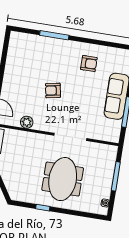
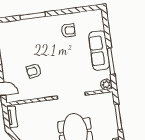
armchair: (53, 90) -> (34, 71), moved
plant: (27, 122) -> (106, 84), moved

